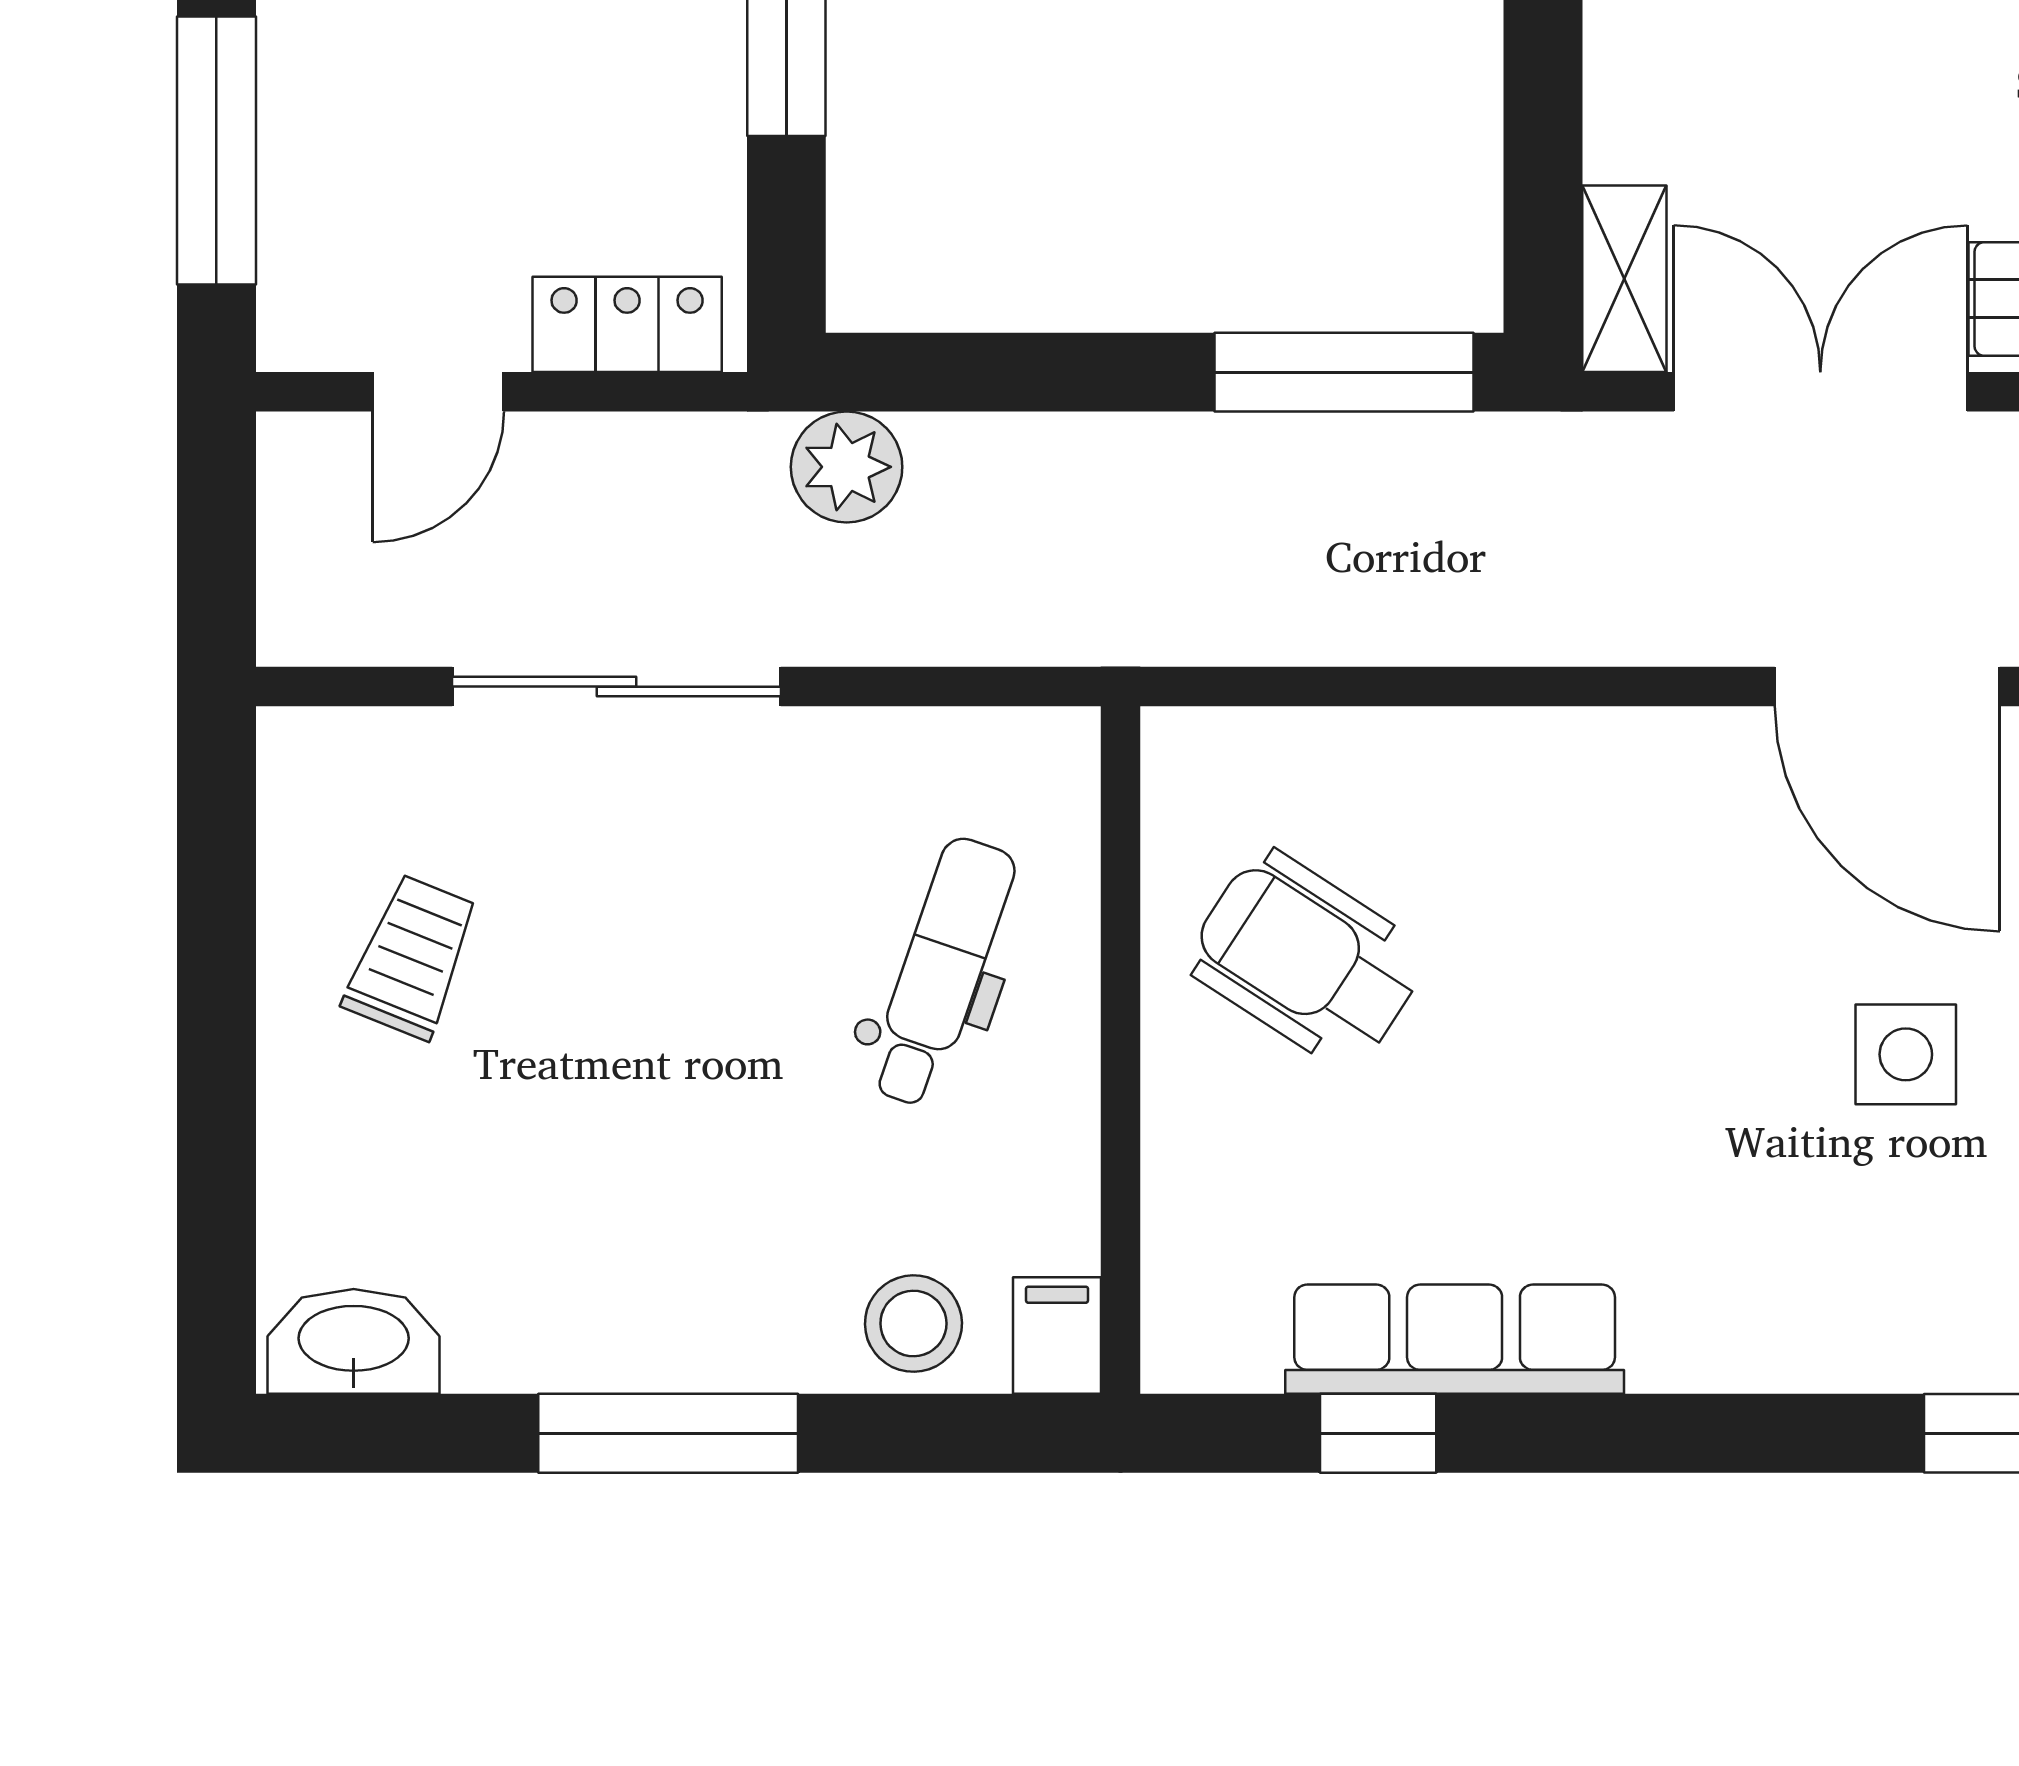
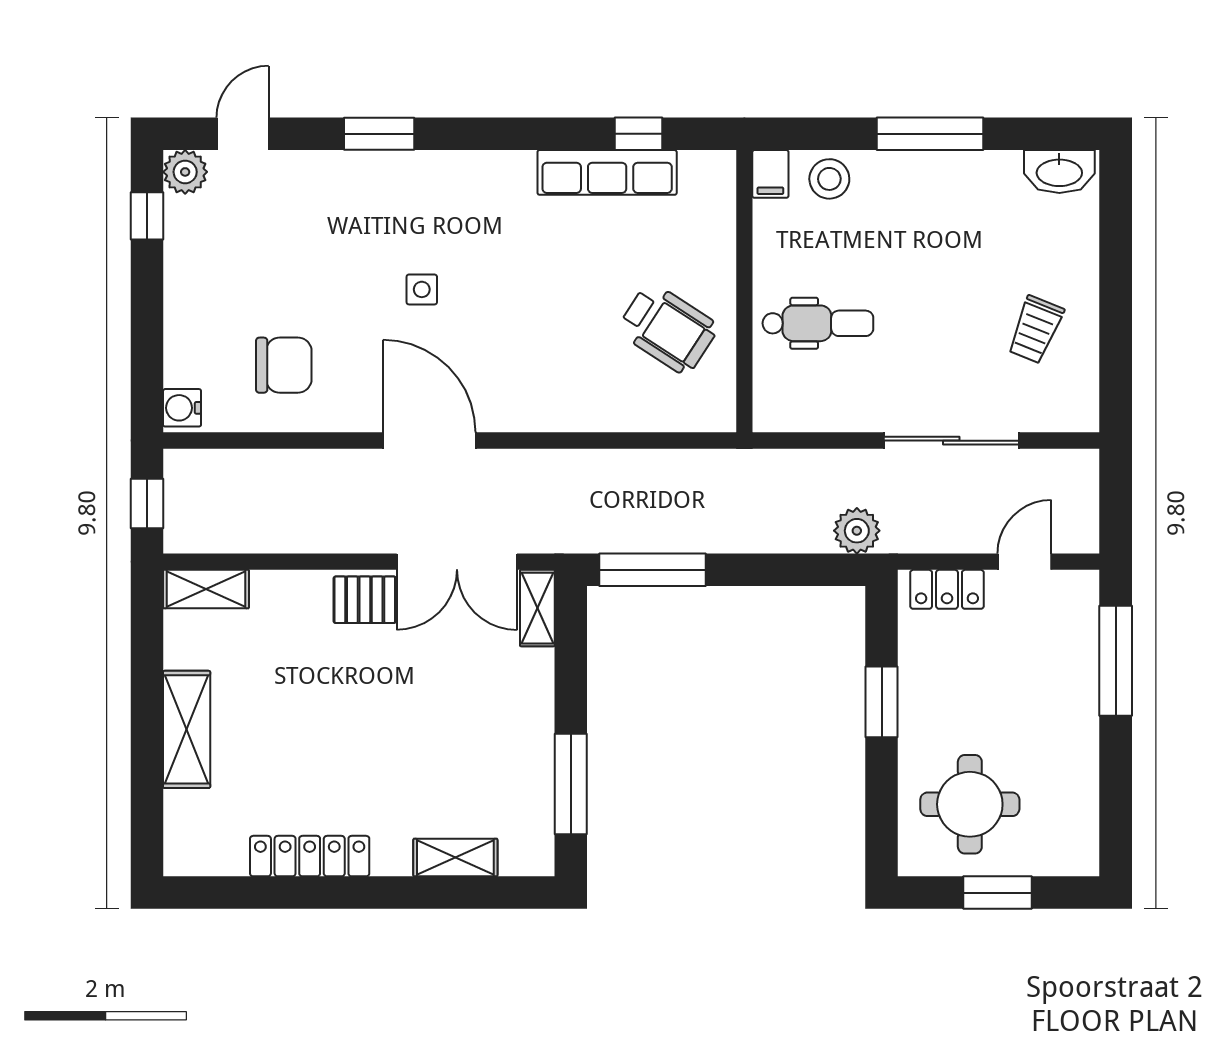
dental chair: (941, 972) -> (818, 323), turned -109
side table: (1906, 1054) -> (422, 289), width x0.73, depth x0.73

